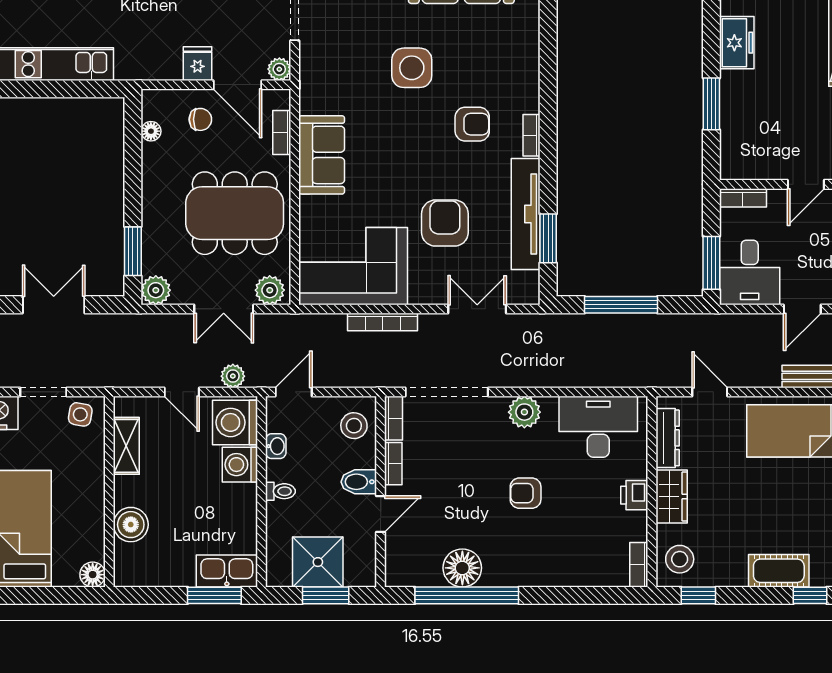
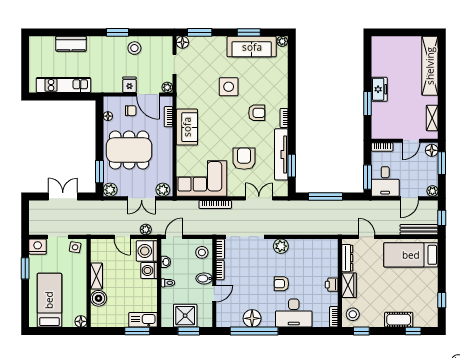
freezer: (737, 43) -> (379, 89), moved
dining table: (235, 213) -> (129, 150), moved
desk: (598, 427) -> (294, 313), moved, turned 180
shelving: (126, 446) -> (96, 276), moved

